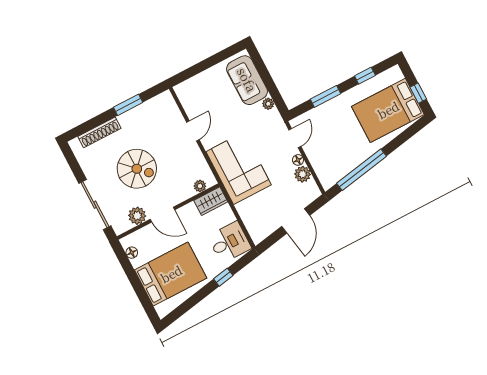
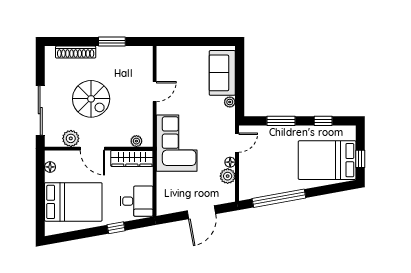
wardrobe: (211, 201) -> (132, 158), width x1.50

